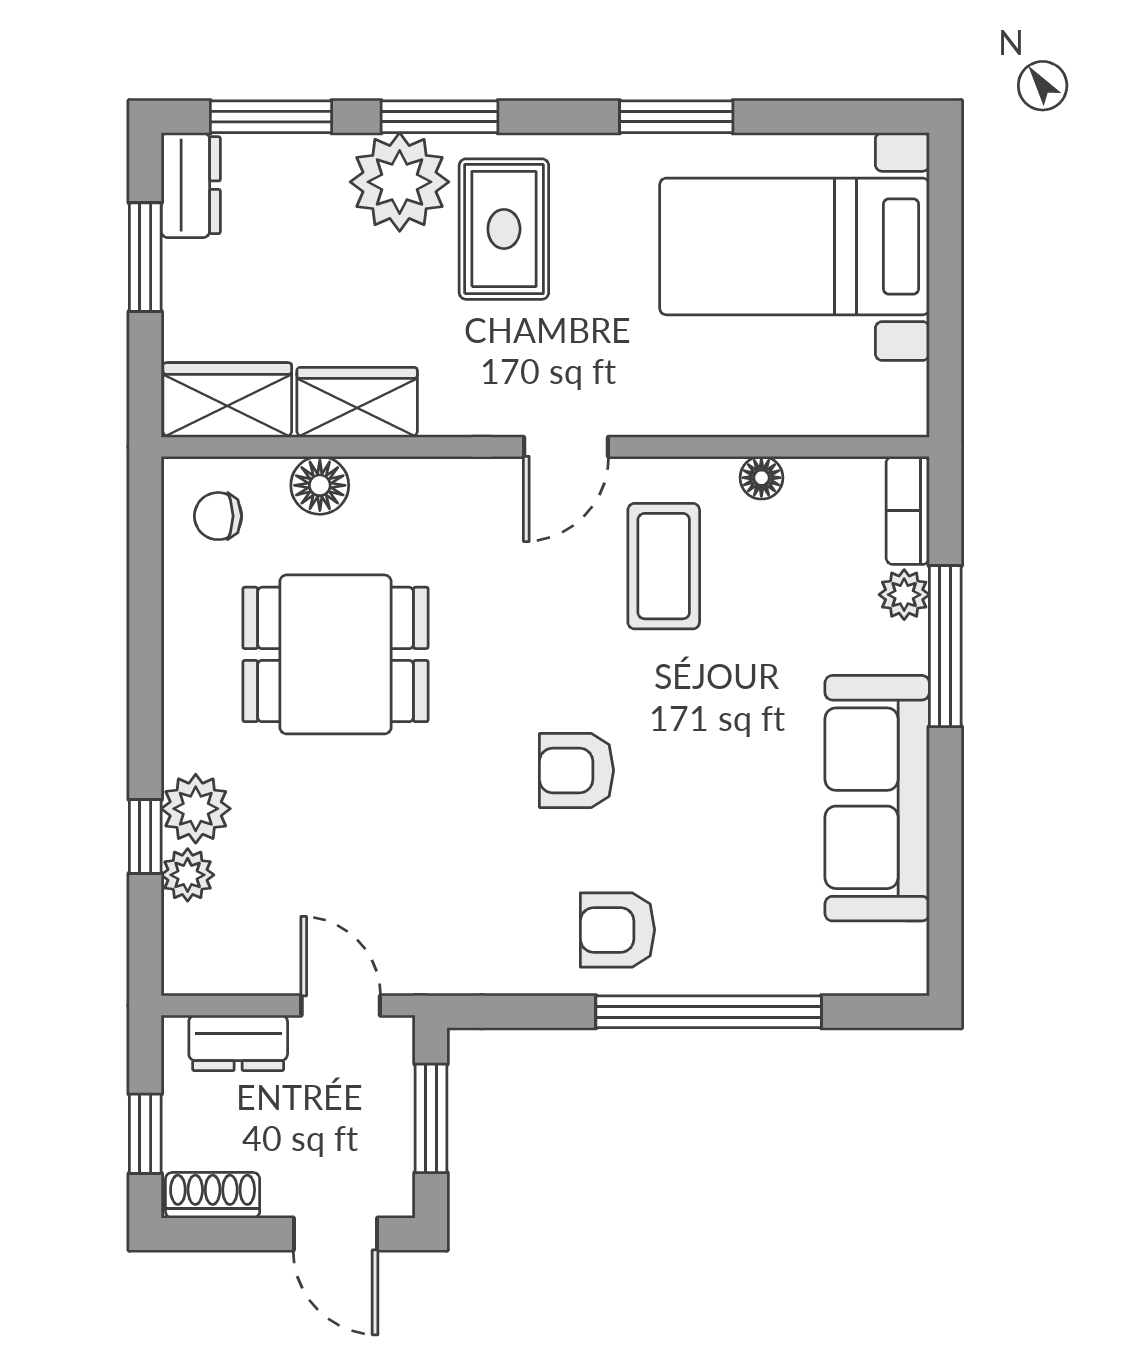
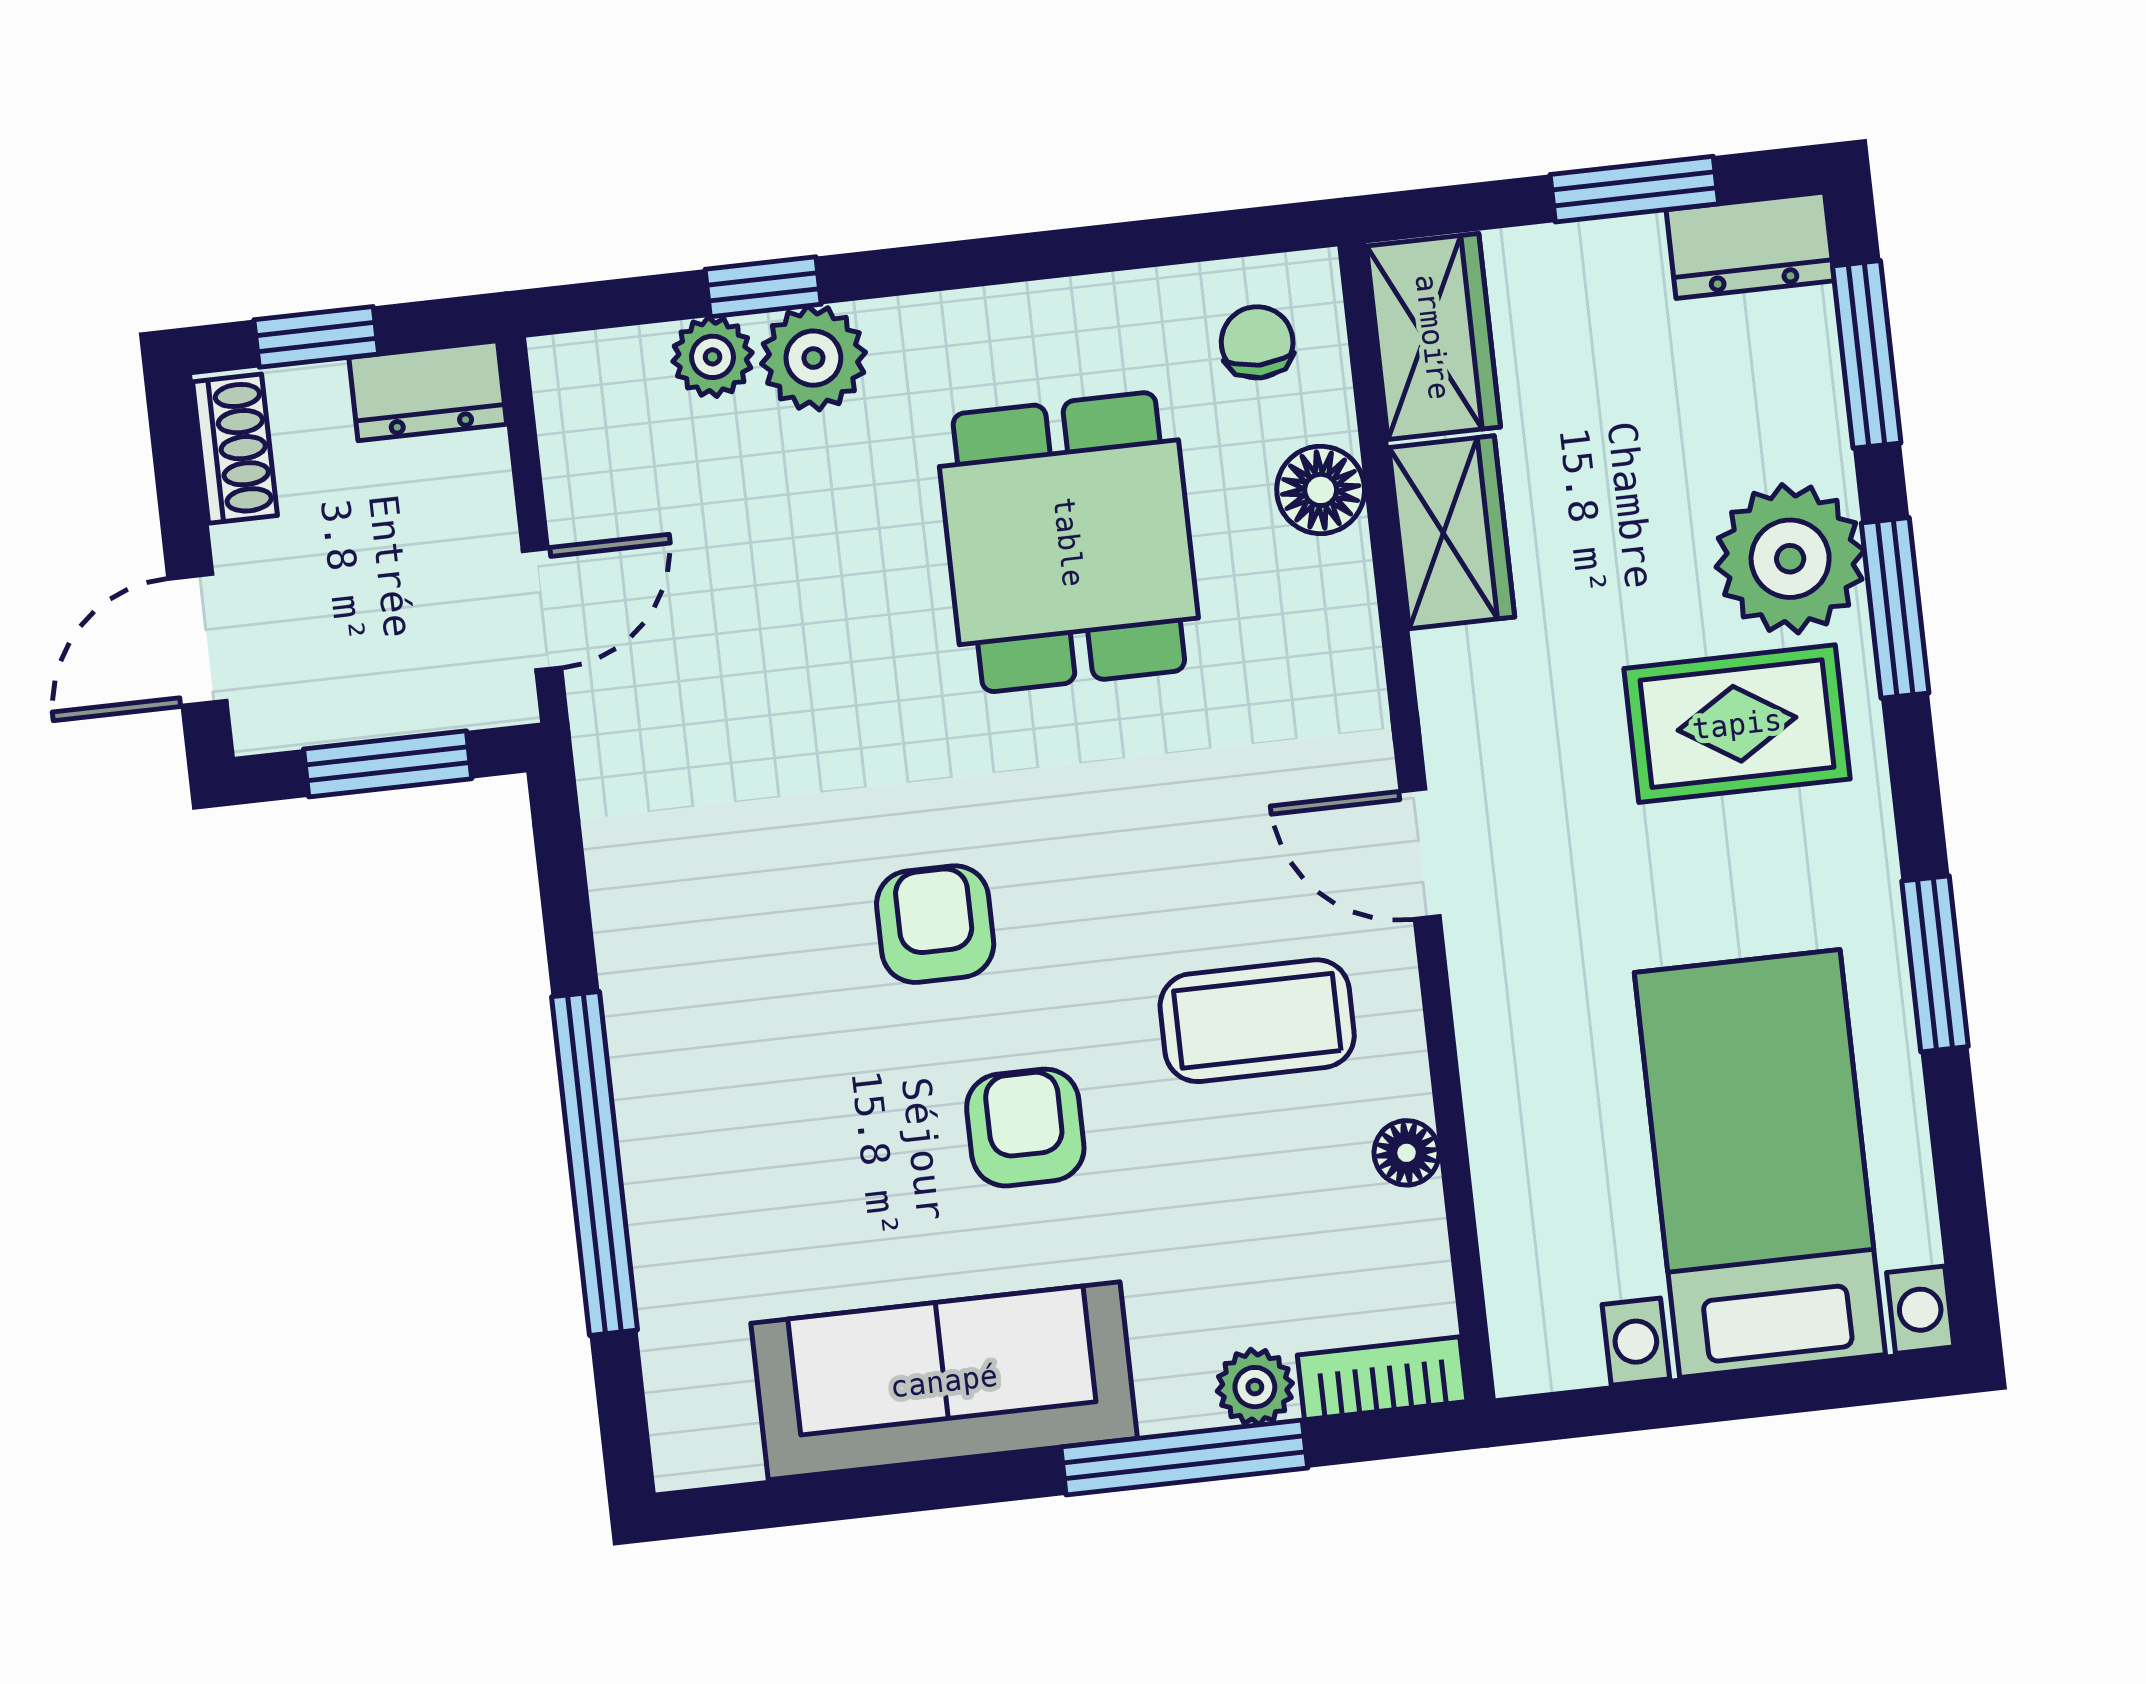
armchair: (618, 930) -> (1025, 1128), moved
dresser: (238, 1043) -> (428, 391), moved, turned -90

